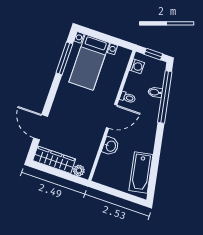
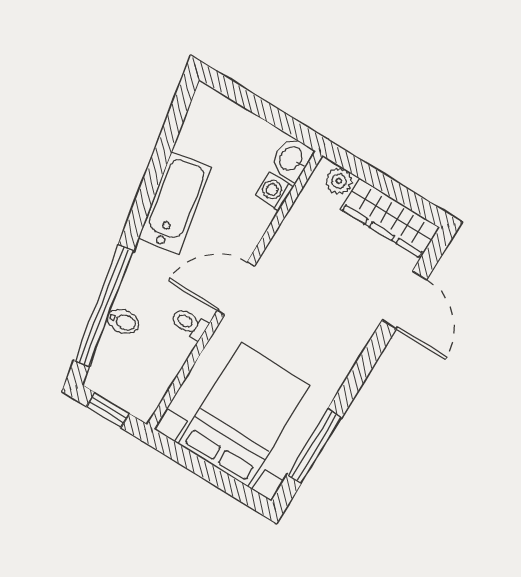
bed with nightstands: (89, 62) -> (244, 415), width x1.36
washing machine: (137, 66) -> (274, 191), moved
washbasin: (111, 146) -> (292, 159), moved
bathtub: (141, 172) -> (175, 203), moved

